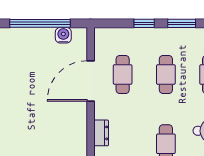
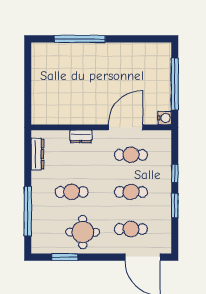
water cooler: (63, 35) -> (165, 118), moved
door: (91, 81) -> (125, 127), hinge flipped

